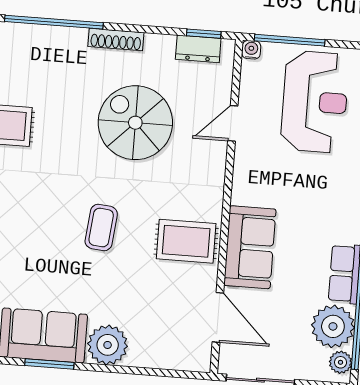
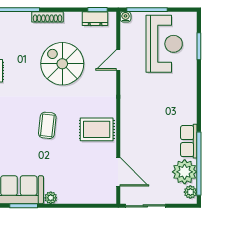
sofa: (250, 247) -> (133, 130), removed
plant: (108, 345) -> (51, 198), width x0.53, depth x0.53

